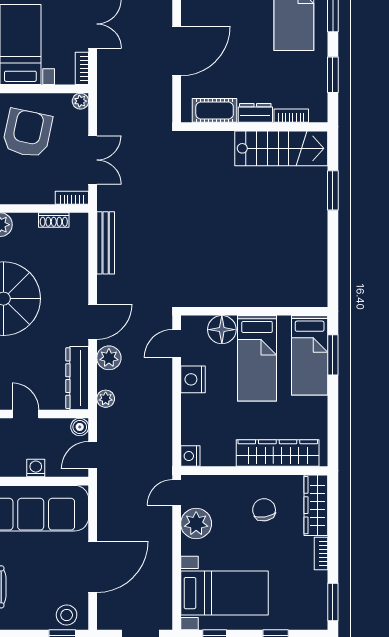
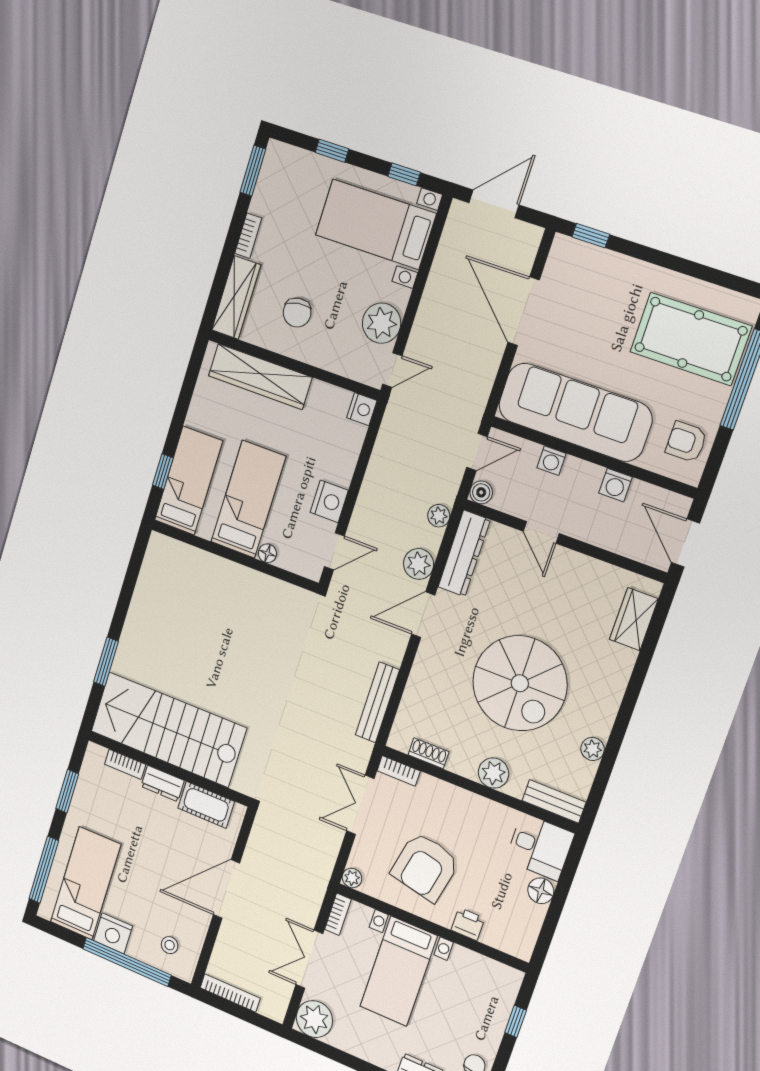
stairs: (281, 148) -> (168, 730), width x1.36, depth x1.51
floor lamp: (222, 330) -> (267, 553), width x0.53, depth x0.53
window: (333, 355) -> (163, 471), width x0.67
door: (93, 567) -> (524, 311), hinge flipped
stool: (67, 615) -> (576, 260), removed

